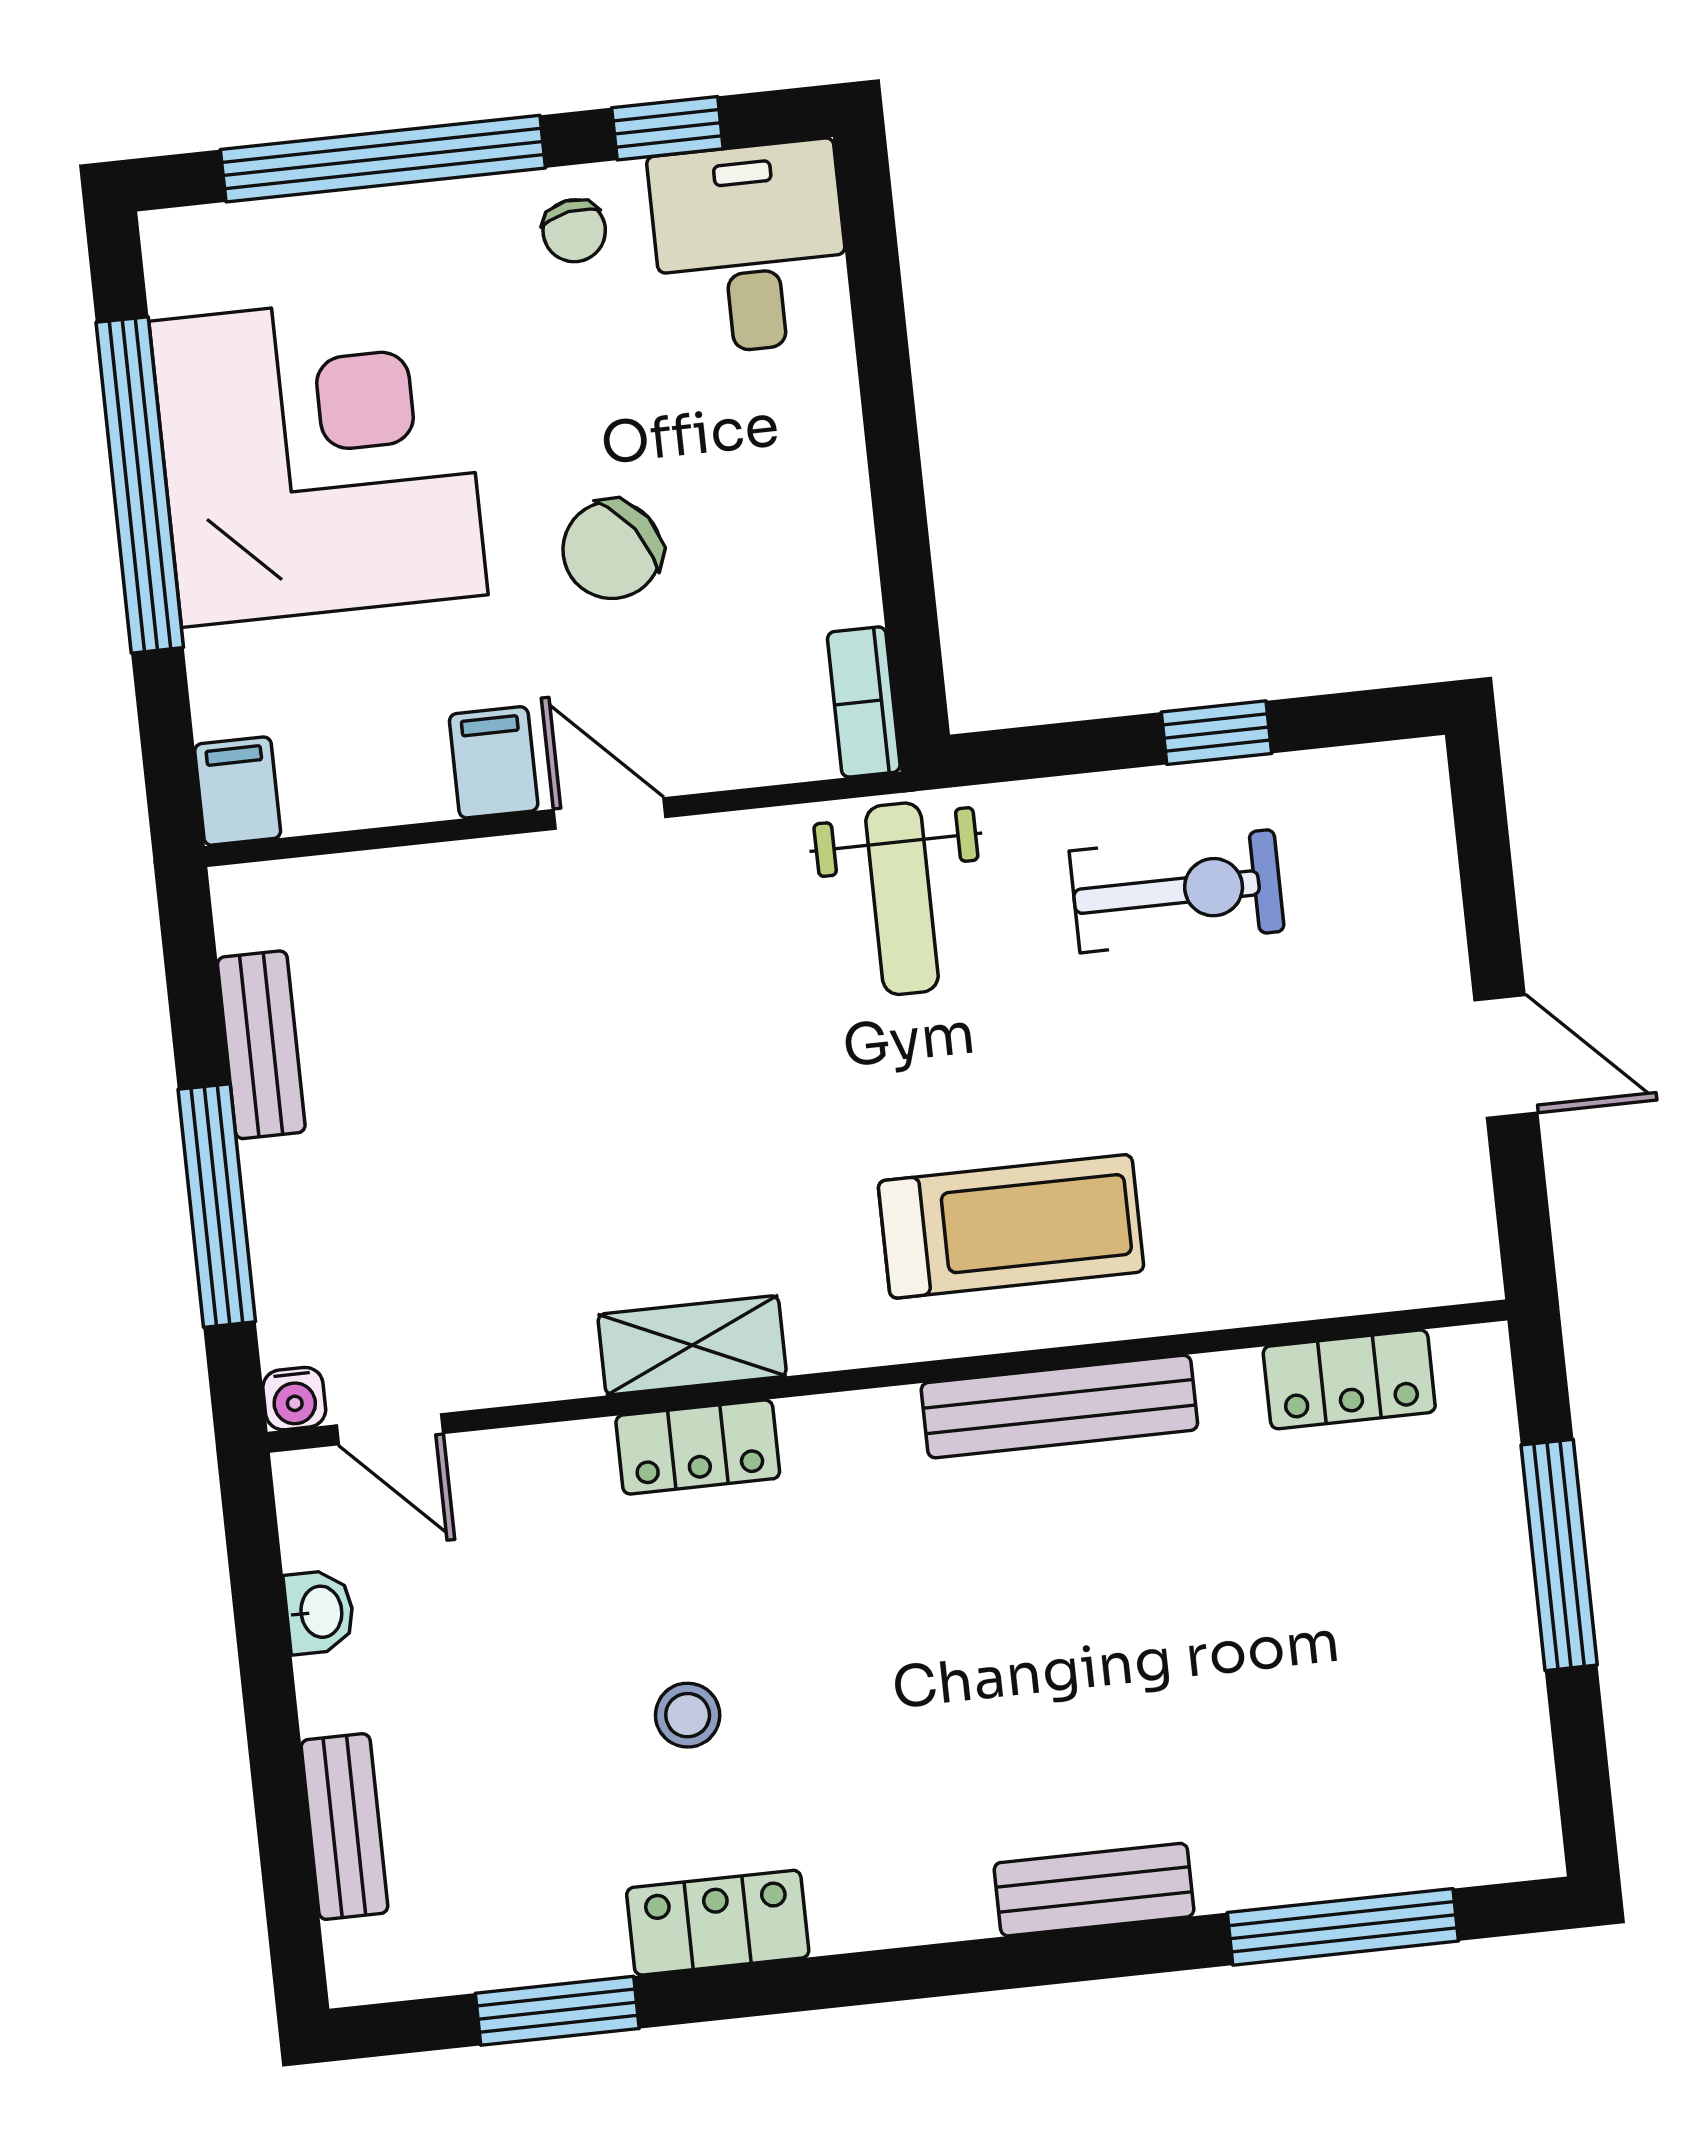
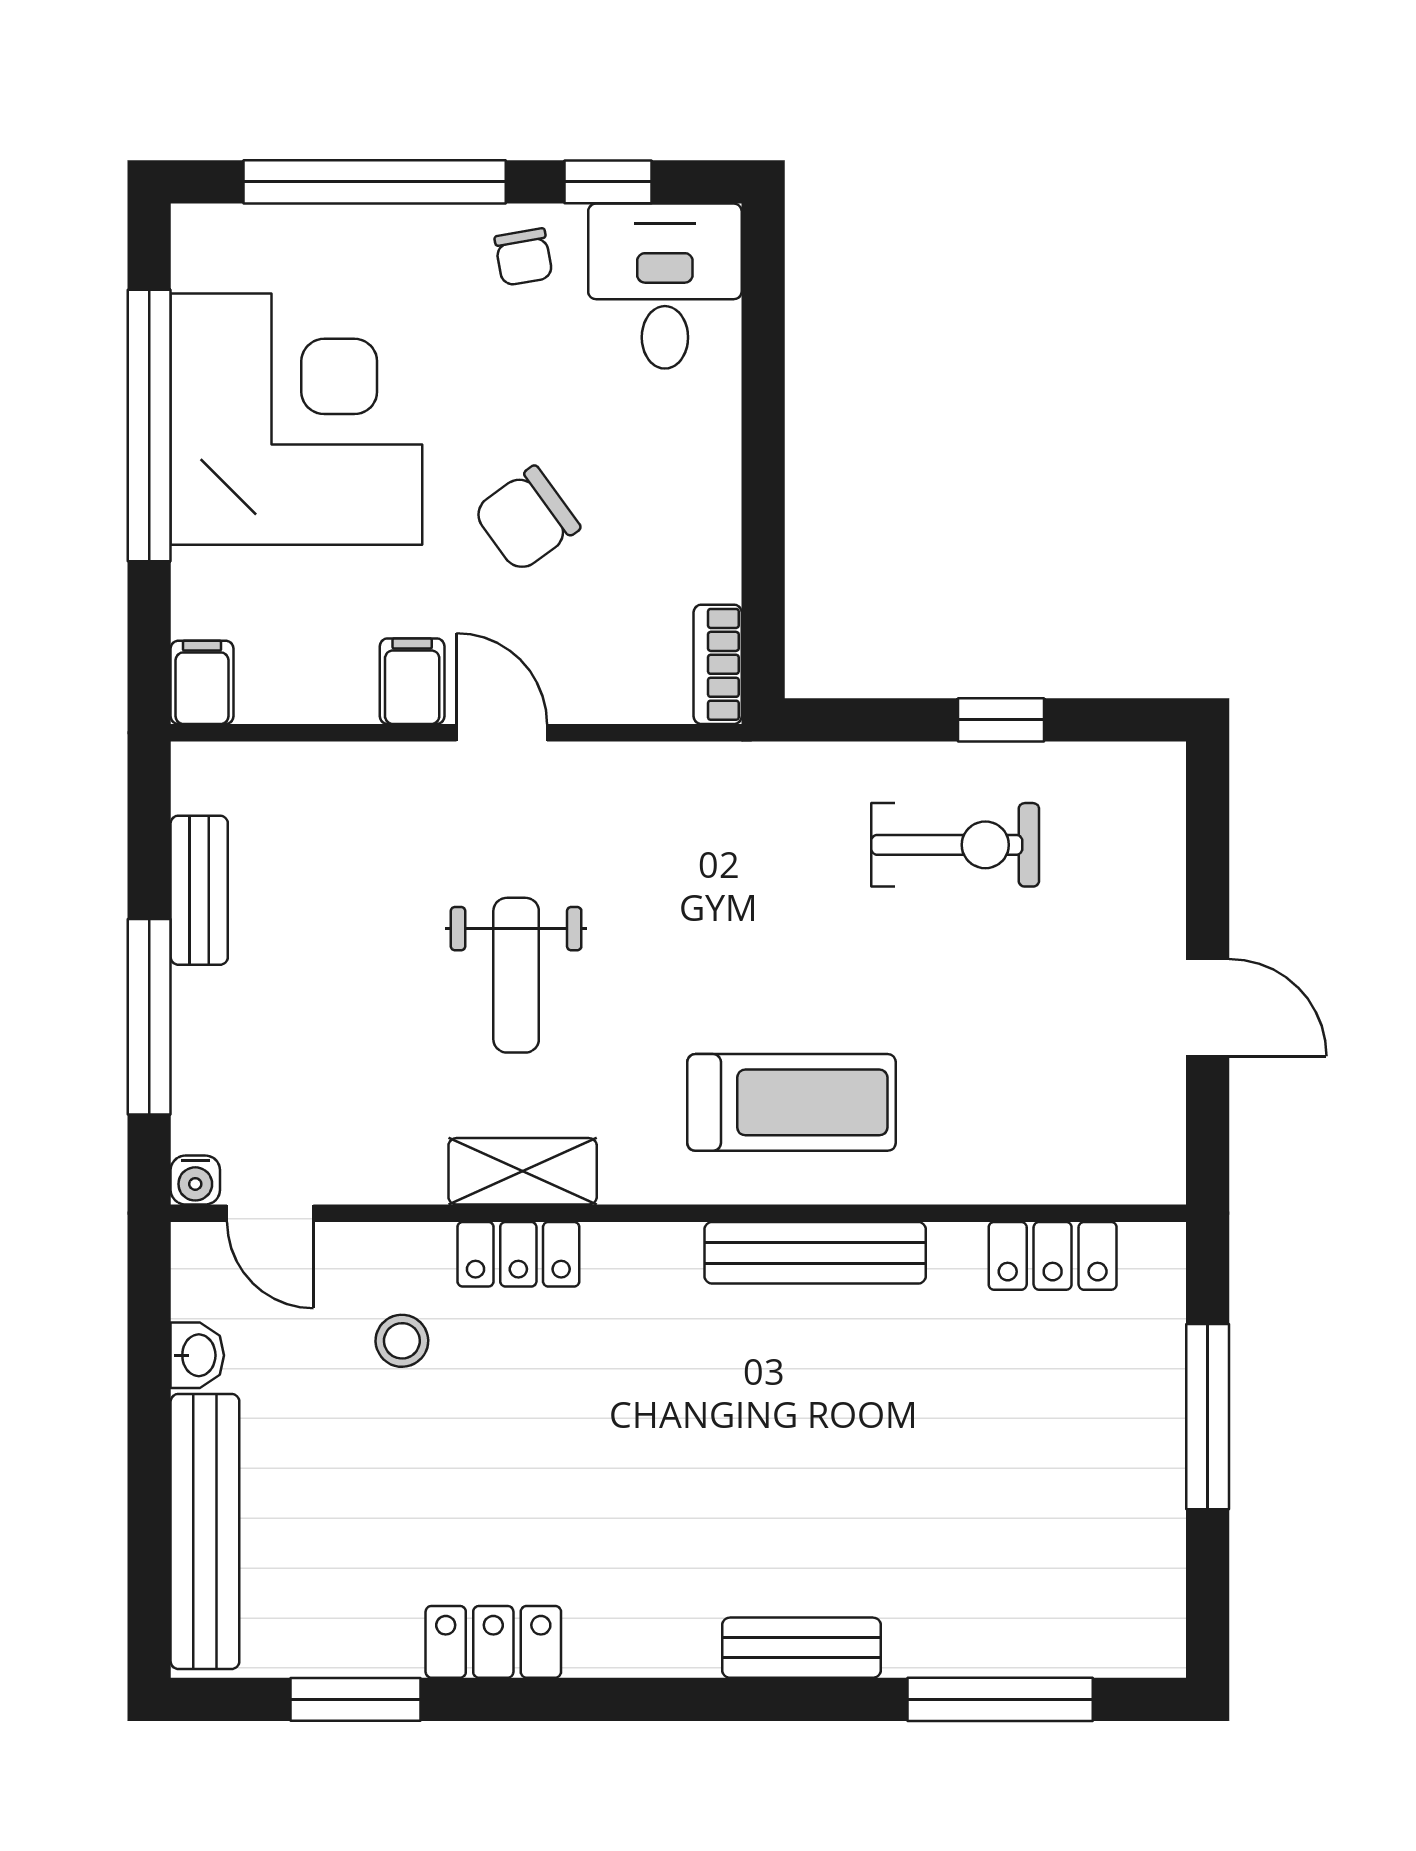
weight bench: (902, 899) -> (516, 975), moved
stool: (688, 1715) -> (402, 1341), moved
bench: (344, 1827) -> (205, 1531), width x1.86, depth x1.21

